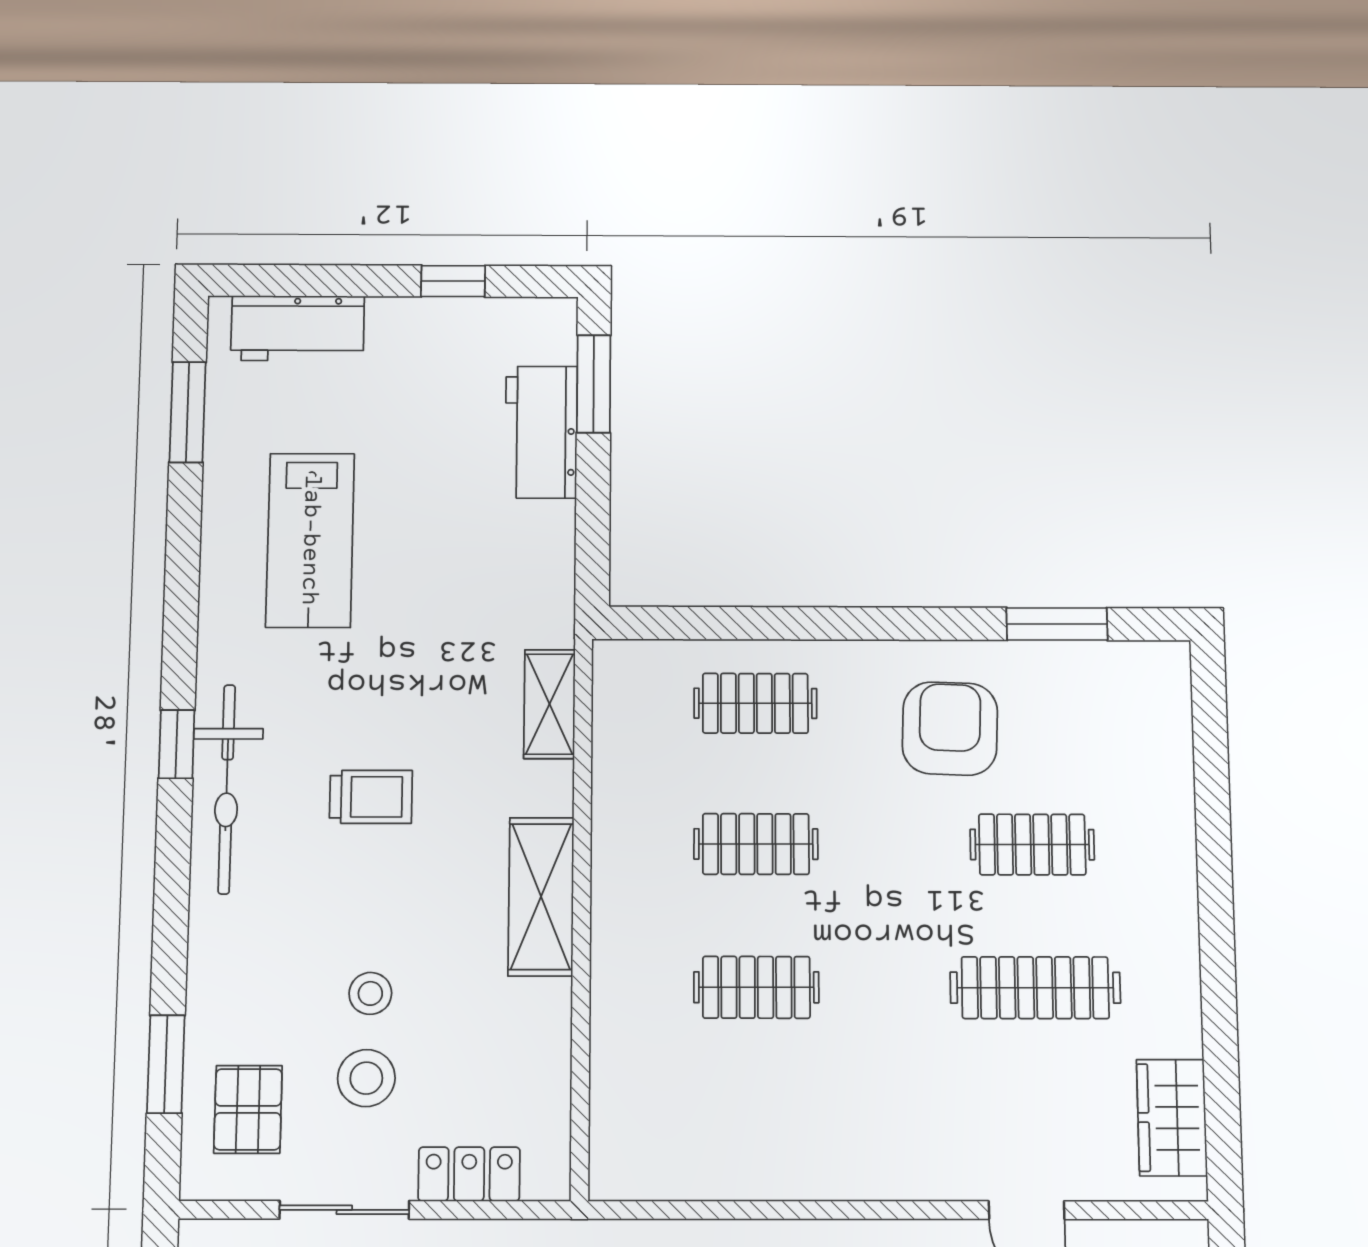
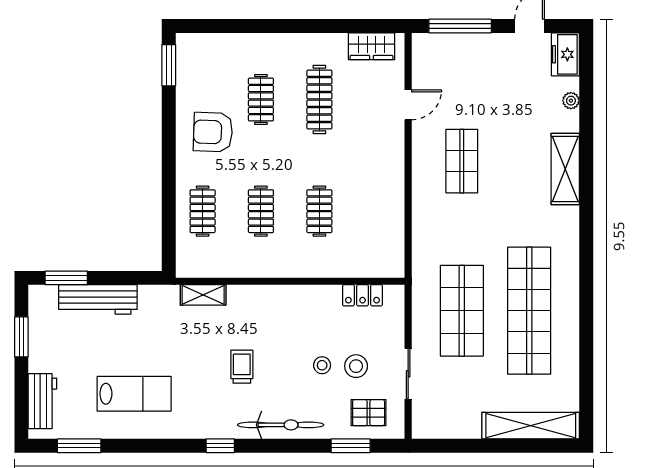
window: (453, 281) -> (21, 337), width x1.50
workbench: (541, 432) -> (98, 299), width x1.38
window: (1057, 624) -> (169, 65), moved
bicycle: (227, 789) -> (281, 425), moved
shelving: (541, 897) -> (283, 298), removed
locker: (469, 1174) -> (362, 295), moved, turned -90

